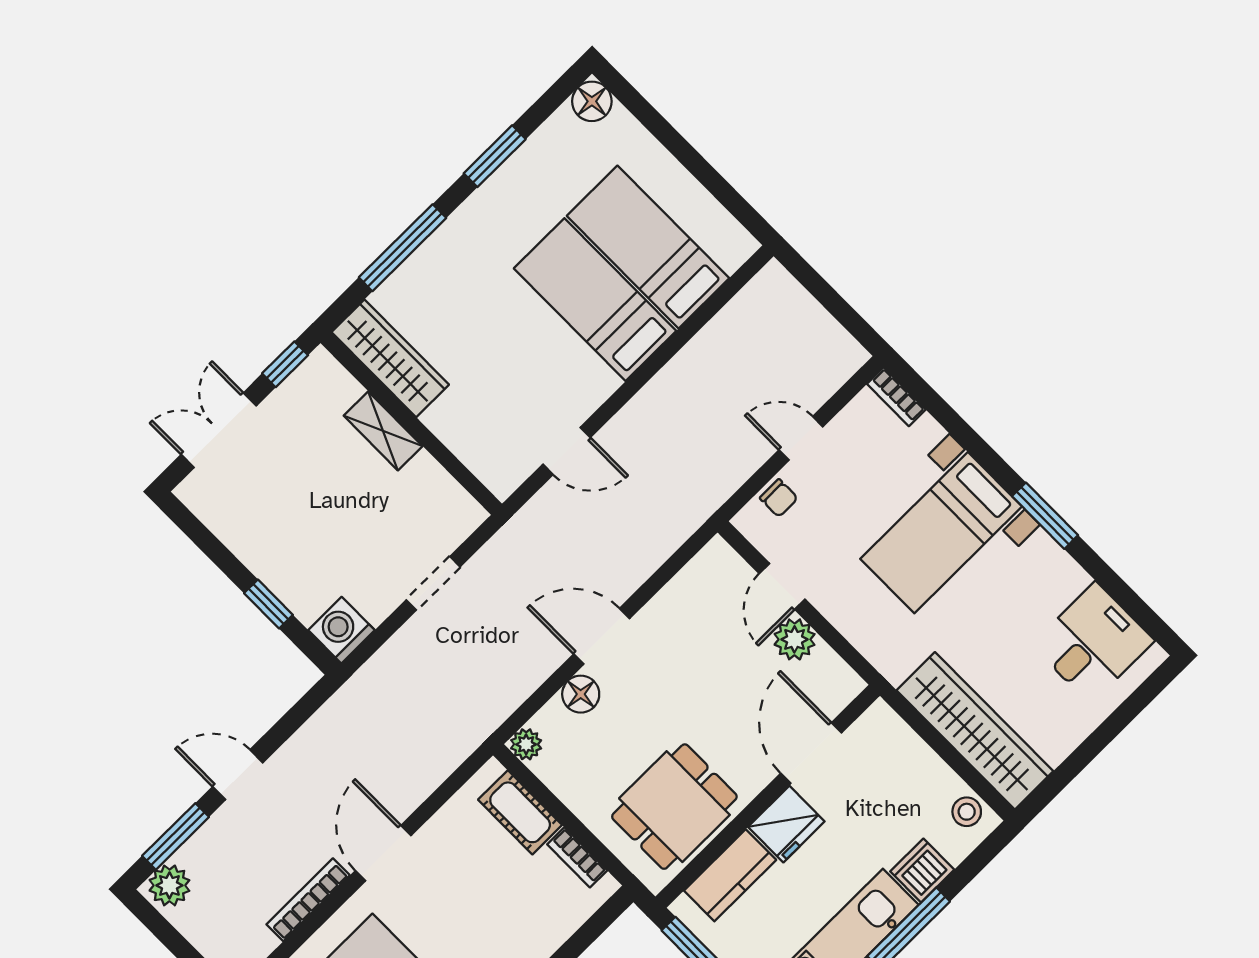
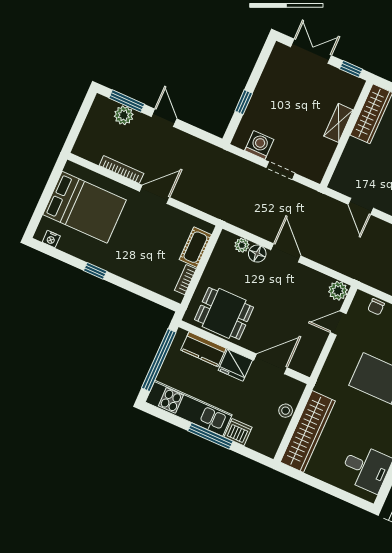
washing machine: (341, 630) -> (259, 145), moved
plant: (795, 639) -> (338, 291), moved
plant: (526, 744) -> (242, 245), moved
stool: (967, 812) -> (286, 411), moved
plant: (169, 885) -> (124, 115), moved

